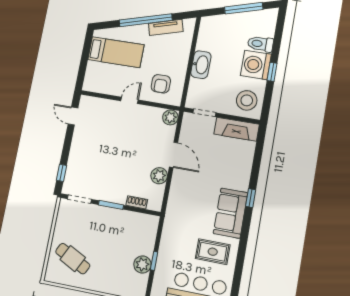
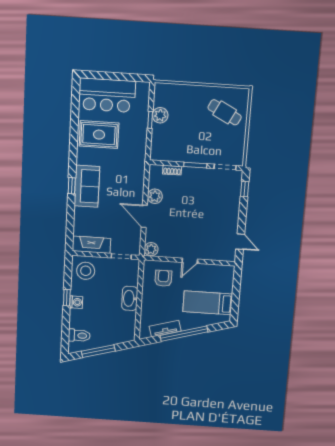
toilet: (260, 44) -> (79, 335), moved
washing machine: (256, 65) -> (76, 302), width x0.53, depth x0.53
sofa: (230, 213) -> (87, 186), moved
rug: (213, 252) -> (99, 135), width x1.36, depth x1.43

